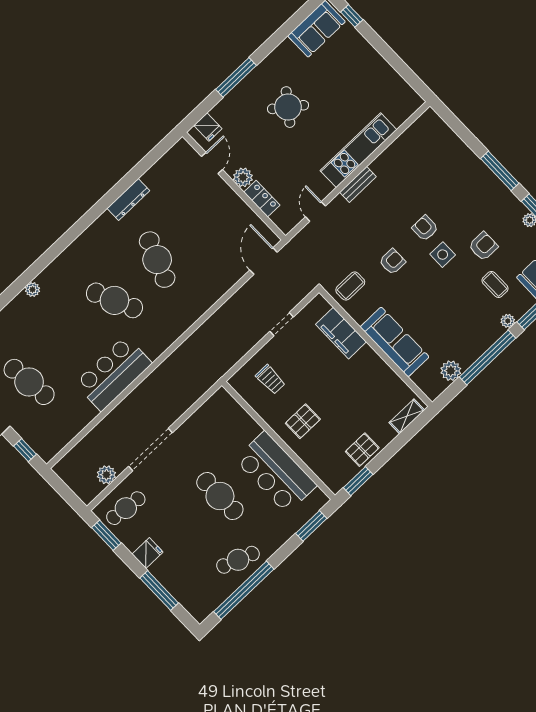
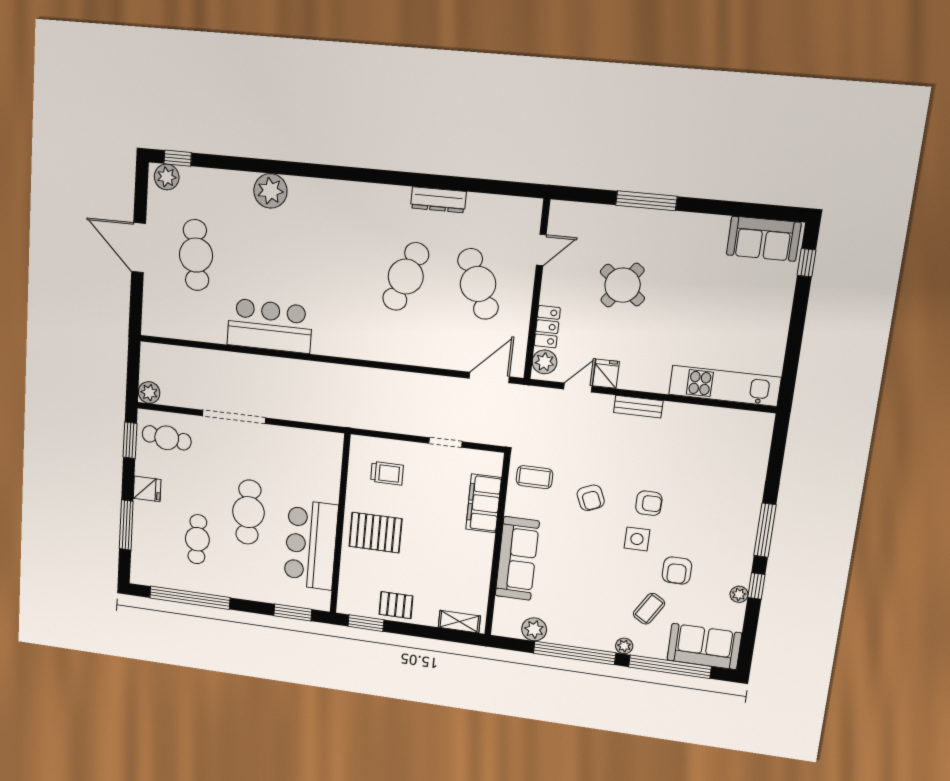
round table: (288, 107) -> (622, 285), moved
fridge: (208, 127) -> (606, 374), moved, turned 180
kitchen unit: (358, 150) -> (725, 386), moved
plant: (243, 177) -> (544, 362), moved
armchair: (425, 228) -> (649, 503), turned 90
armchair: (483, 246) -> (677, 570), turned 90
armchair: (392, 262) -> (591, 498), turned 67
coffee table: (495, 284) -> (649, 609), turned 31
plant: (33, 290) -> (270, 191), width x1.87, depth x1.87
cafe table: (114, 300) -> (478, 284), moved
trolley: (270, 379) -> (387, 473), turned -90
pallet: (303, 421) -> (375, 533), width x1.50, depth x1.42
window: (25, 450) -> (136, 304), removed
plant: (106, 475) -> (149, 393), moved
cafe table: (238, 560) -> (197, 539), moved, turned 70

